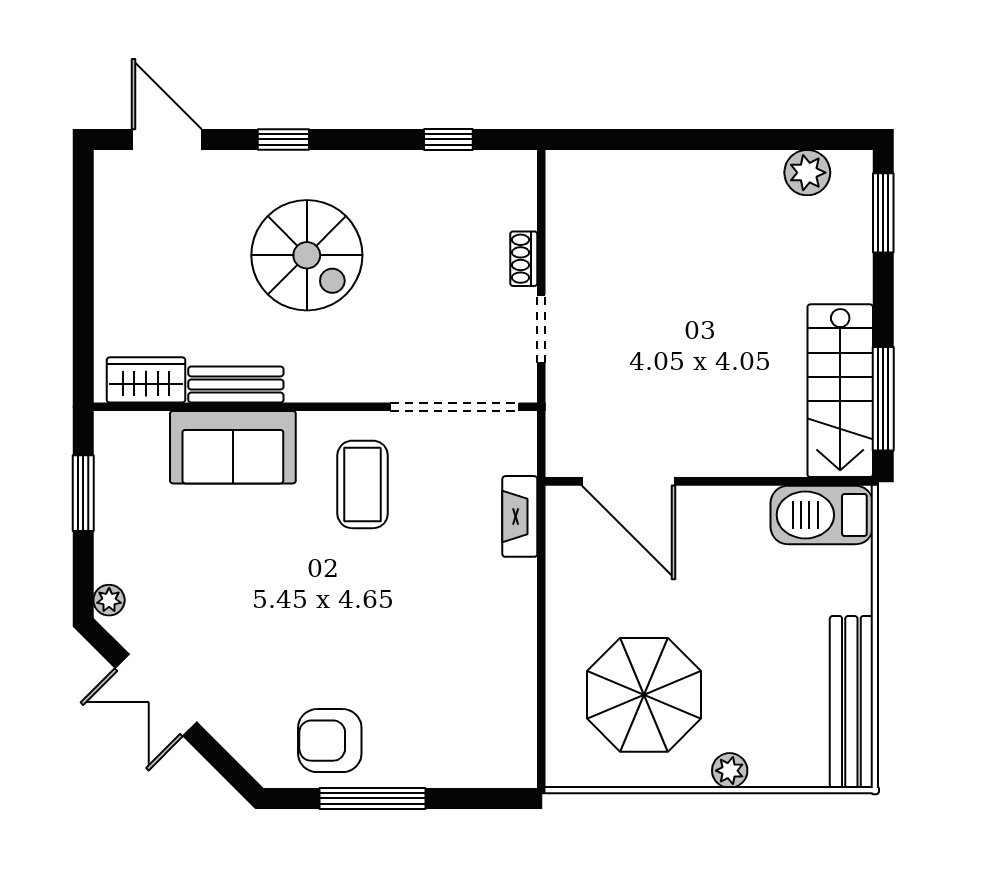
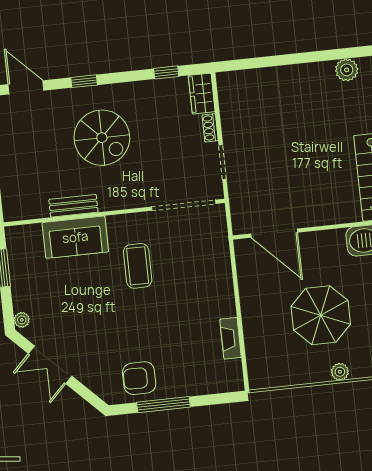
wardrobe: (146, 380) -> (202, 94), moved, turned -90
coffee table: (363, 484) -> (138, 266), moved
fireplace: (520, 516) -> (231, 338), moved
parasol: (644, 695) -> (321, 315), moved

